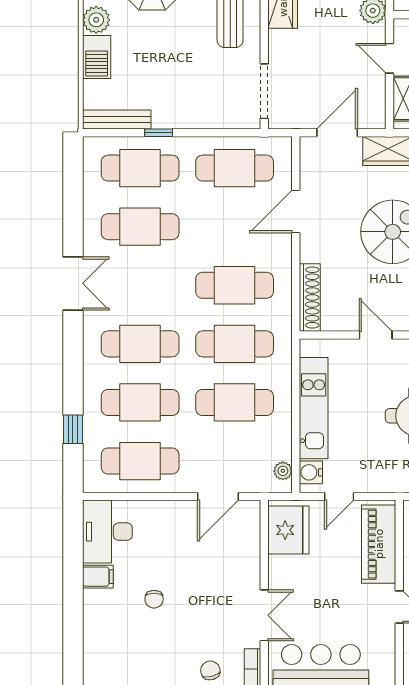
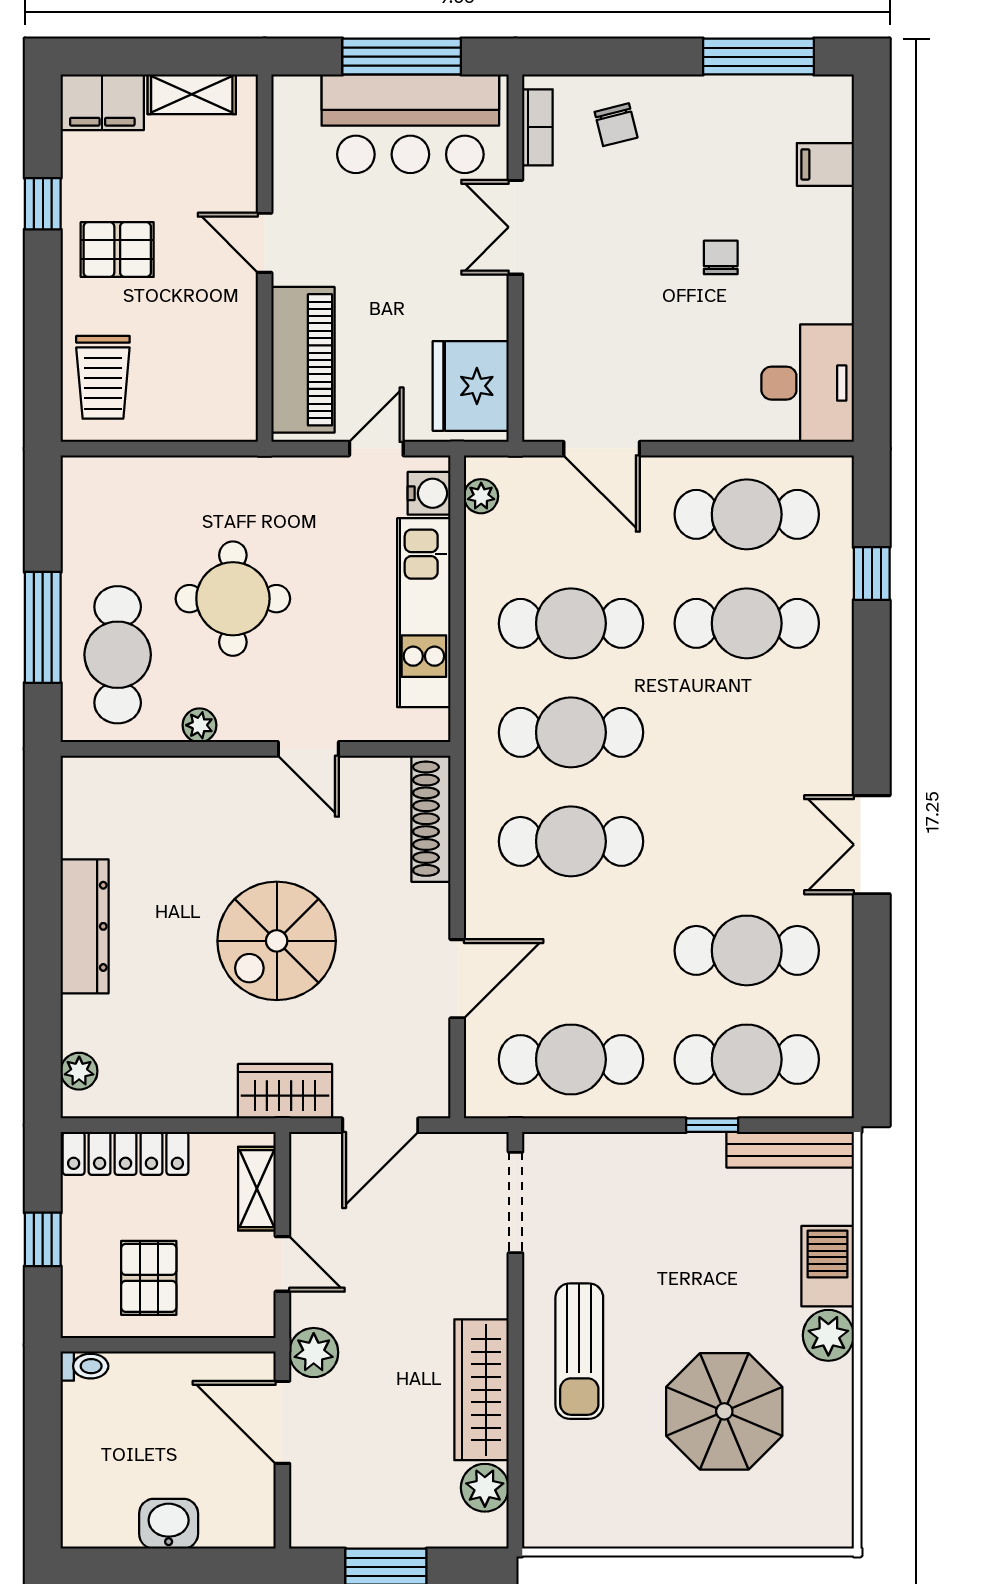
cafe table: (140, 344) -> (747, 732), removed
door: (218, 496) -> (602, 449), swing flipped
filing cabinet: (98, 577) -> (825, 164), moved

